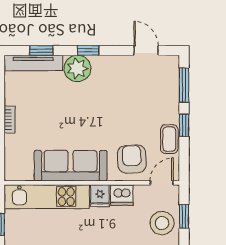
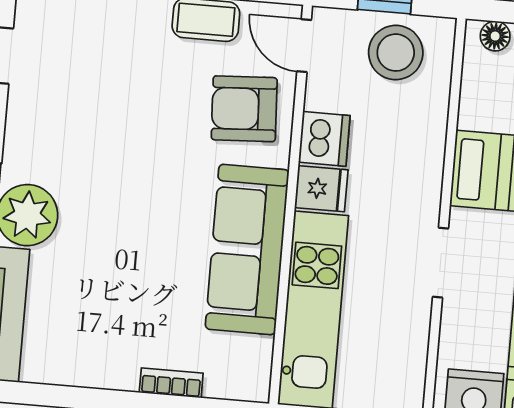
bookcase: (10, 119) -> (171, 383), moved

